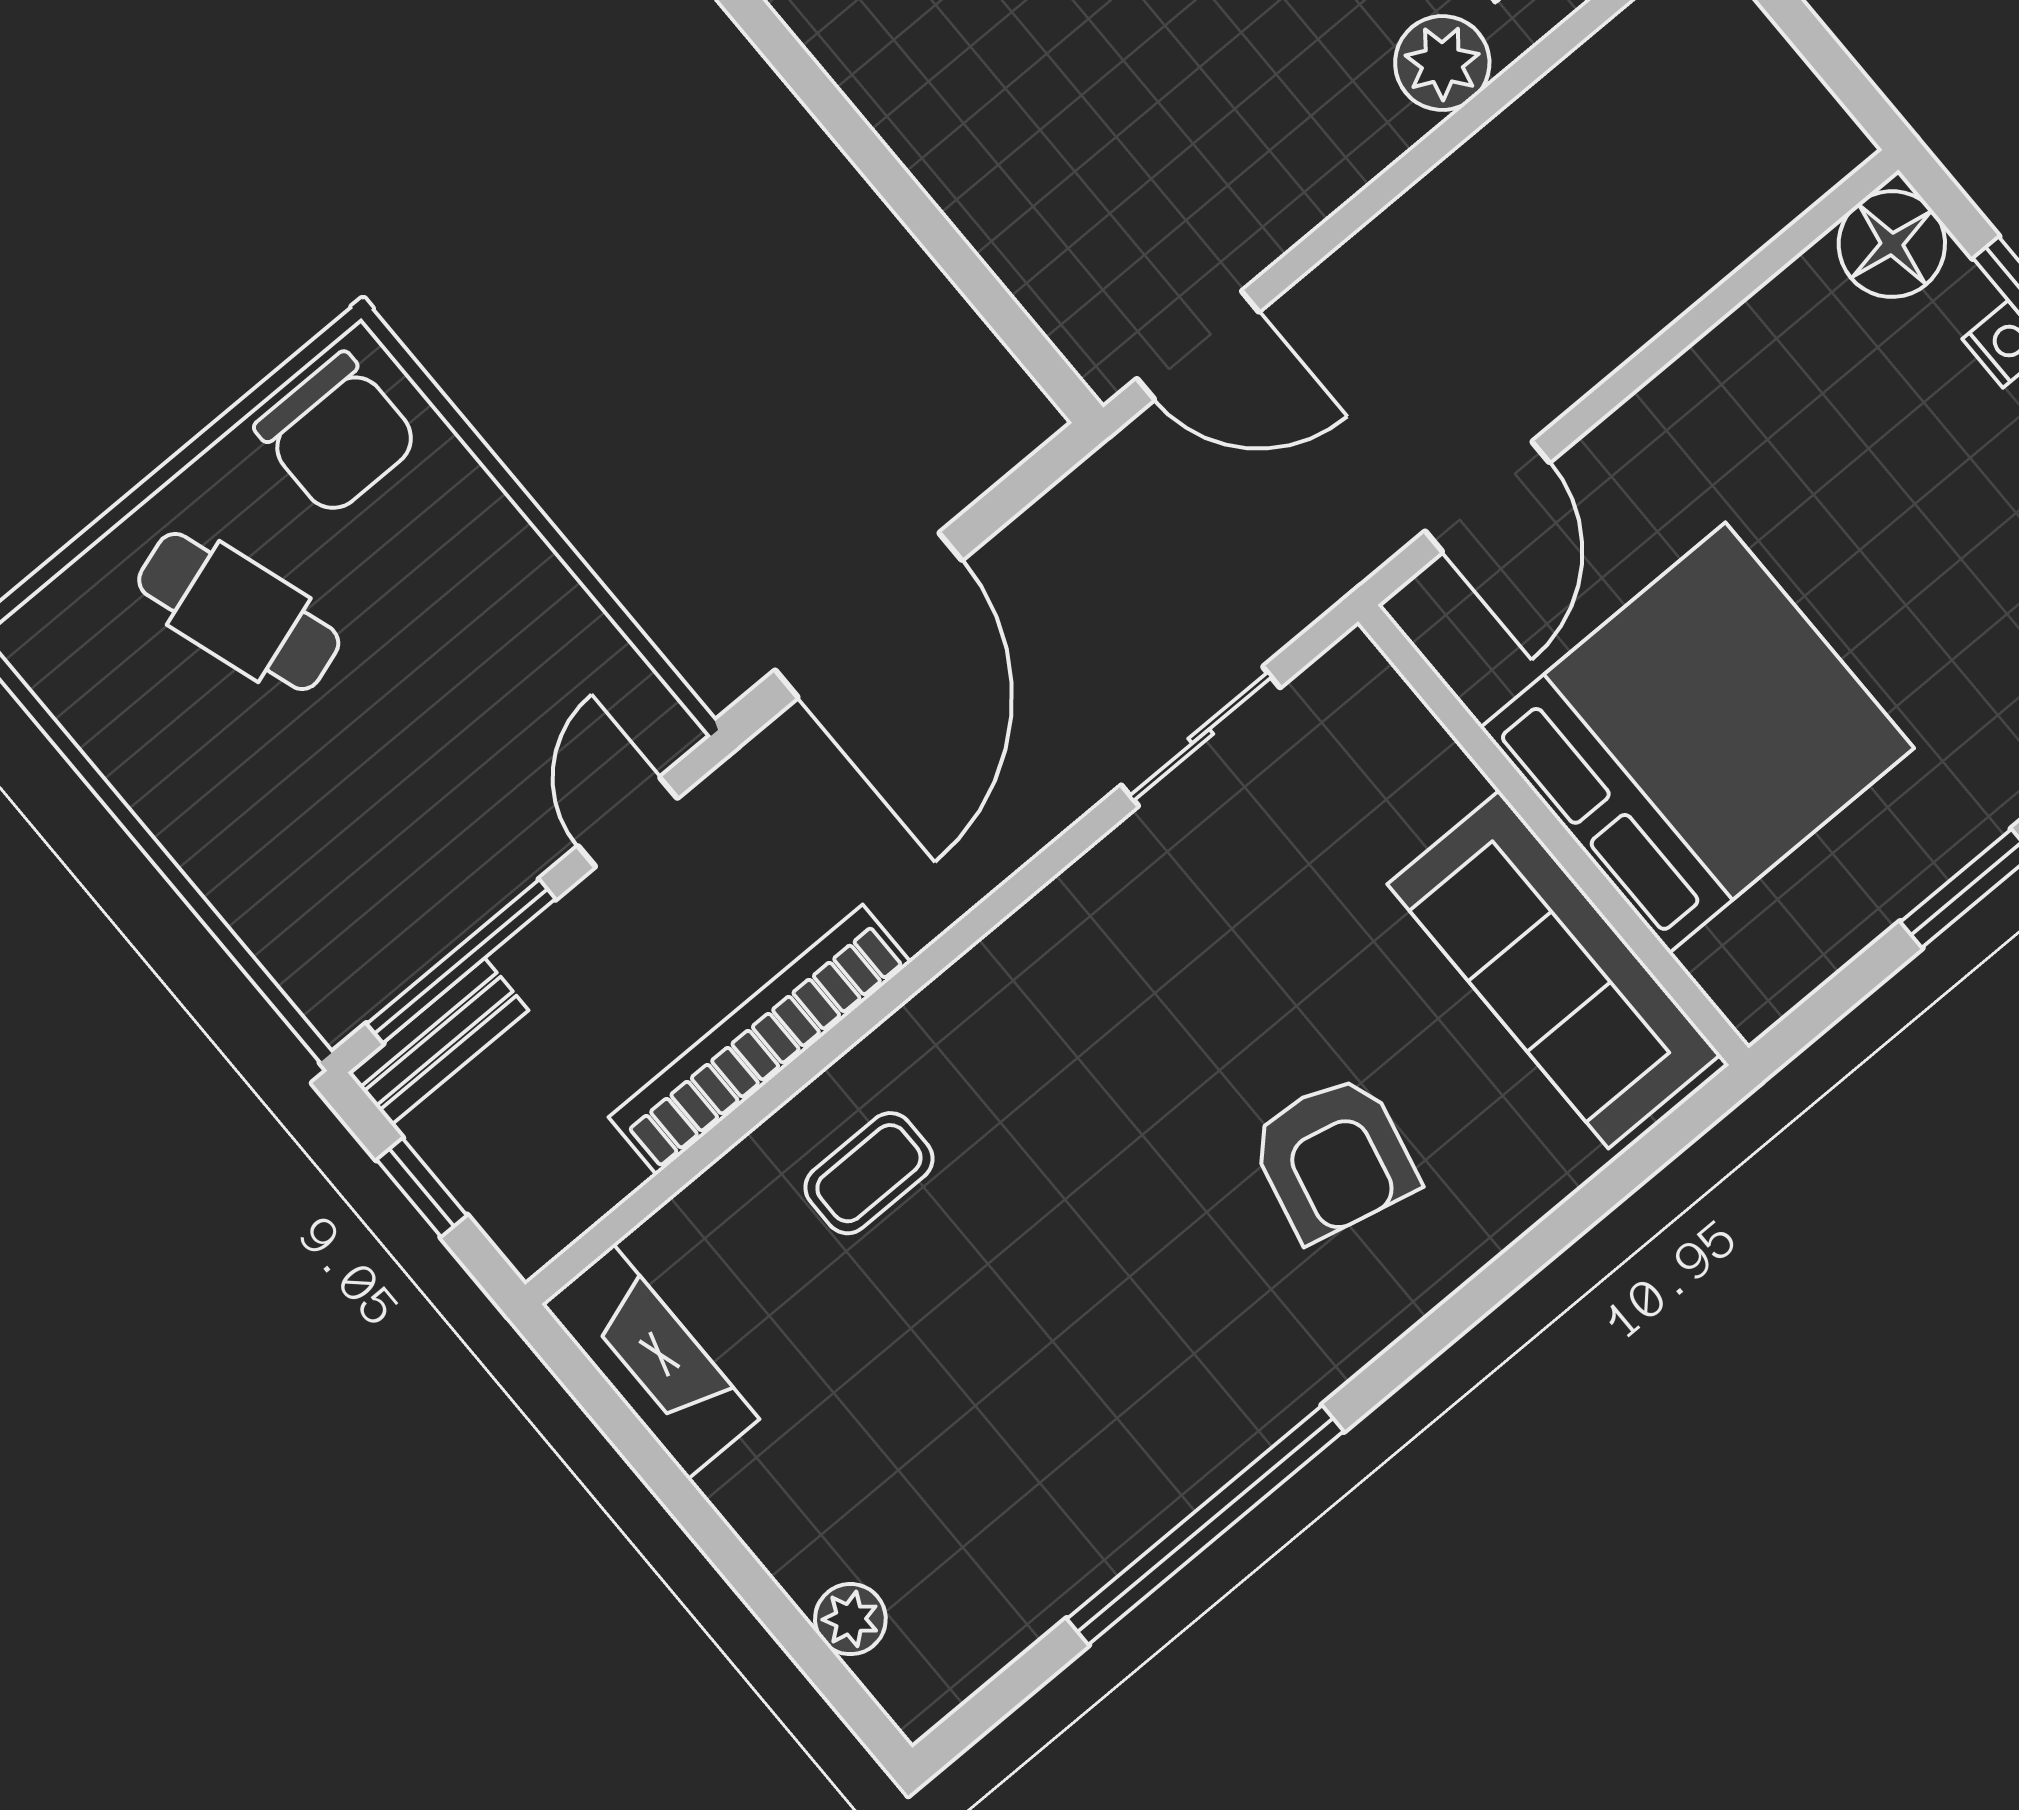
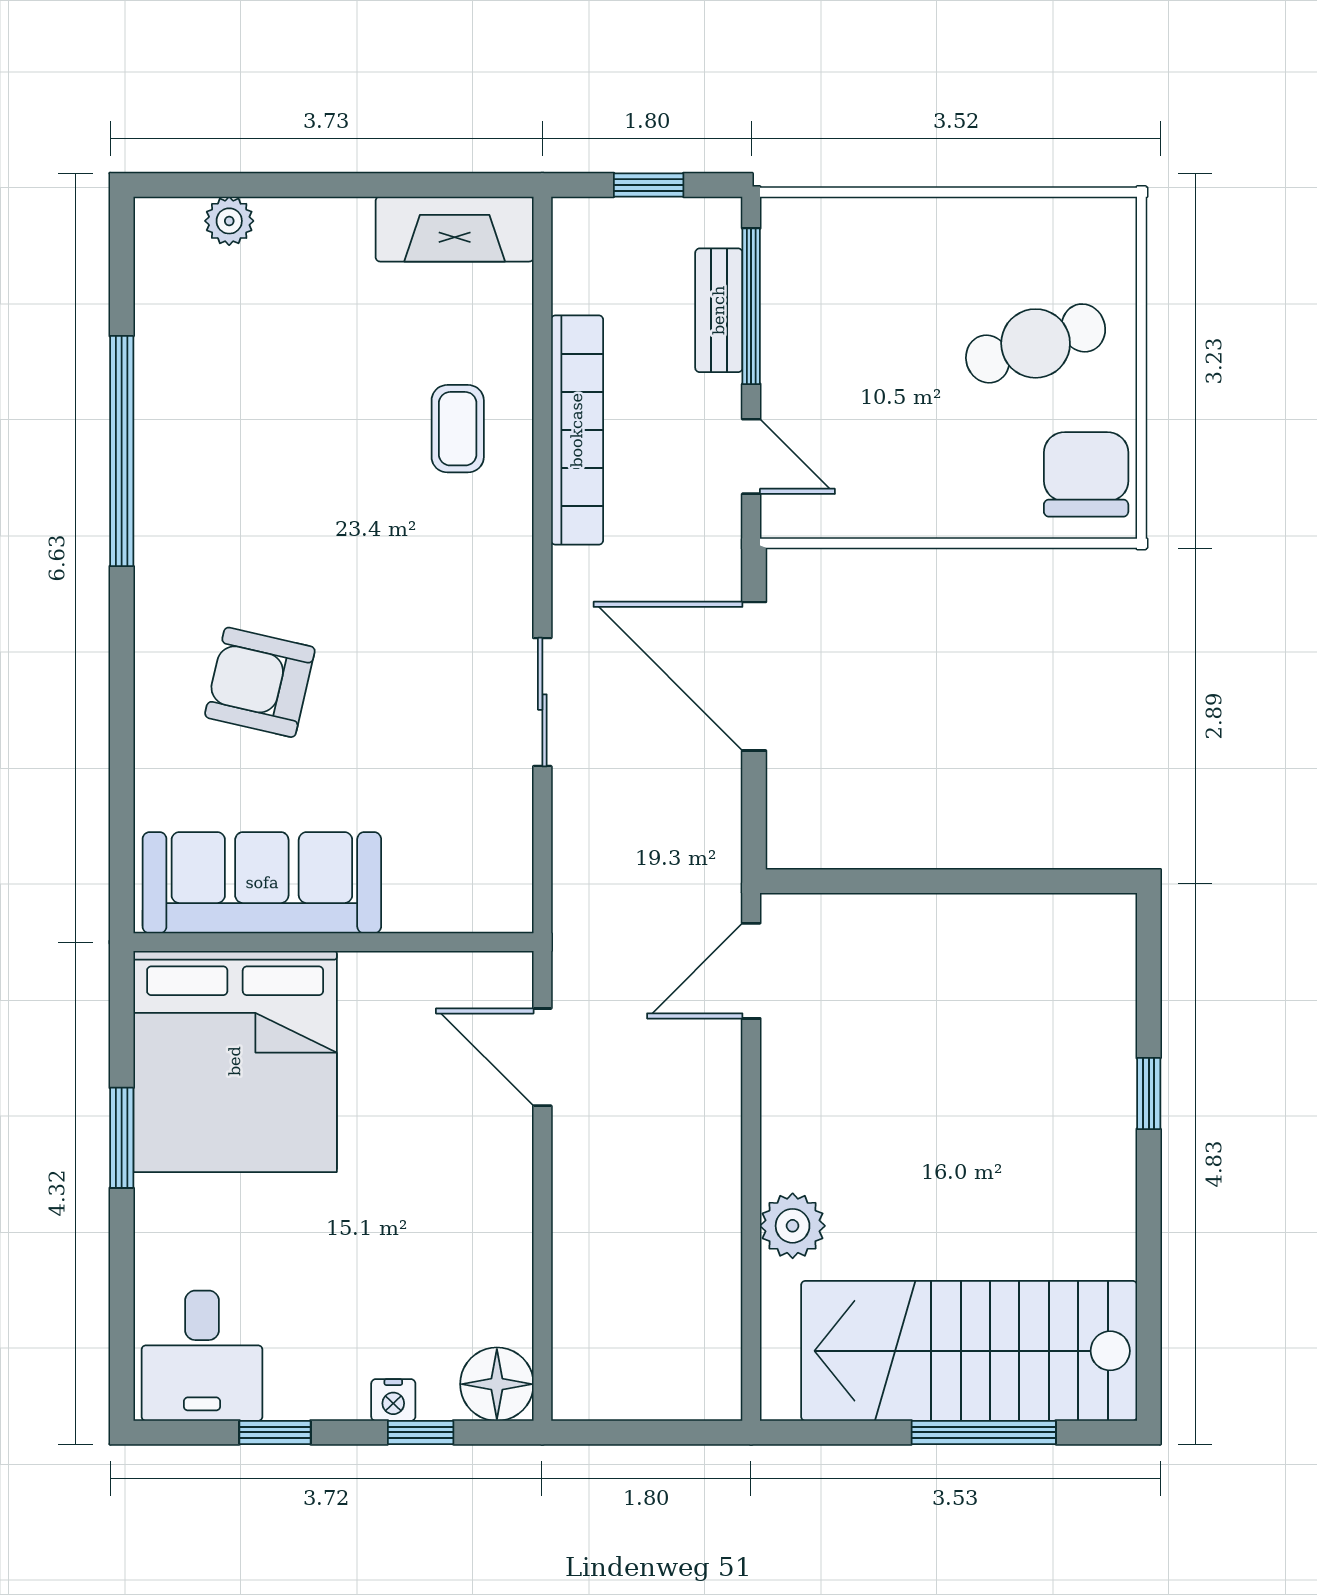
chair: (337, 434) -> (1086, 474), turned 90
sliding door: (1201, 736) -> (542, 702), moved
bed: (1697, 738) -> (235, 1061), moved
bench: (438, 1041) -> (719, 310), moved

